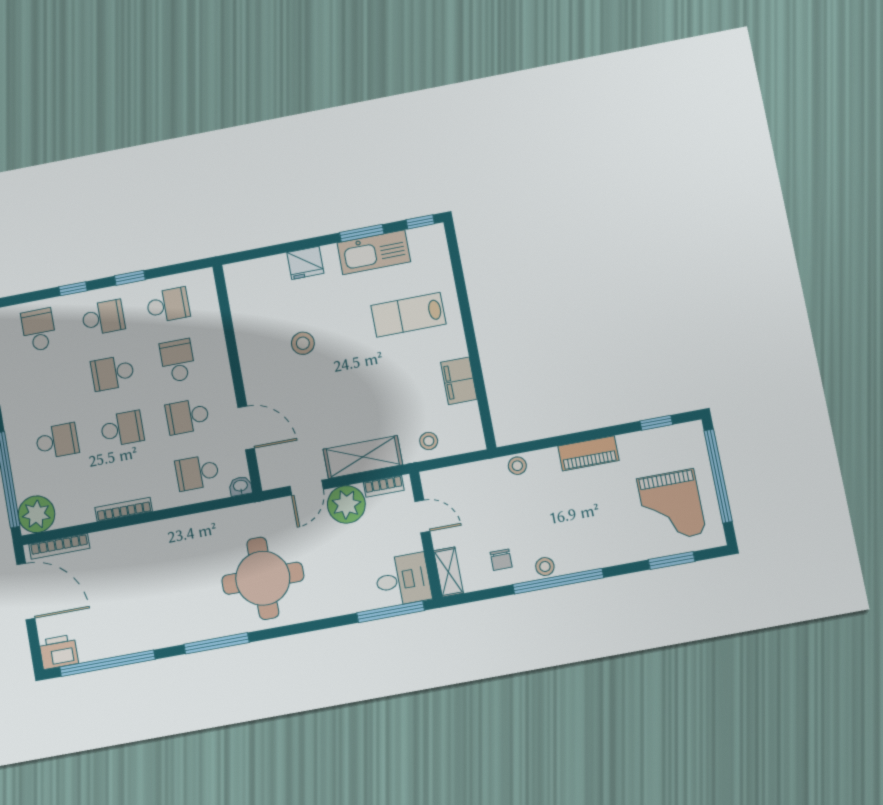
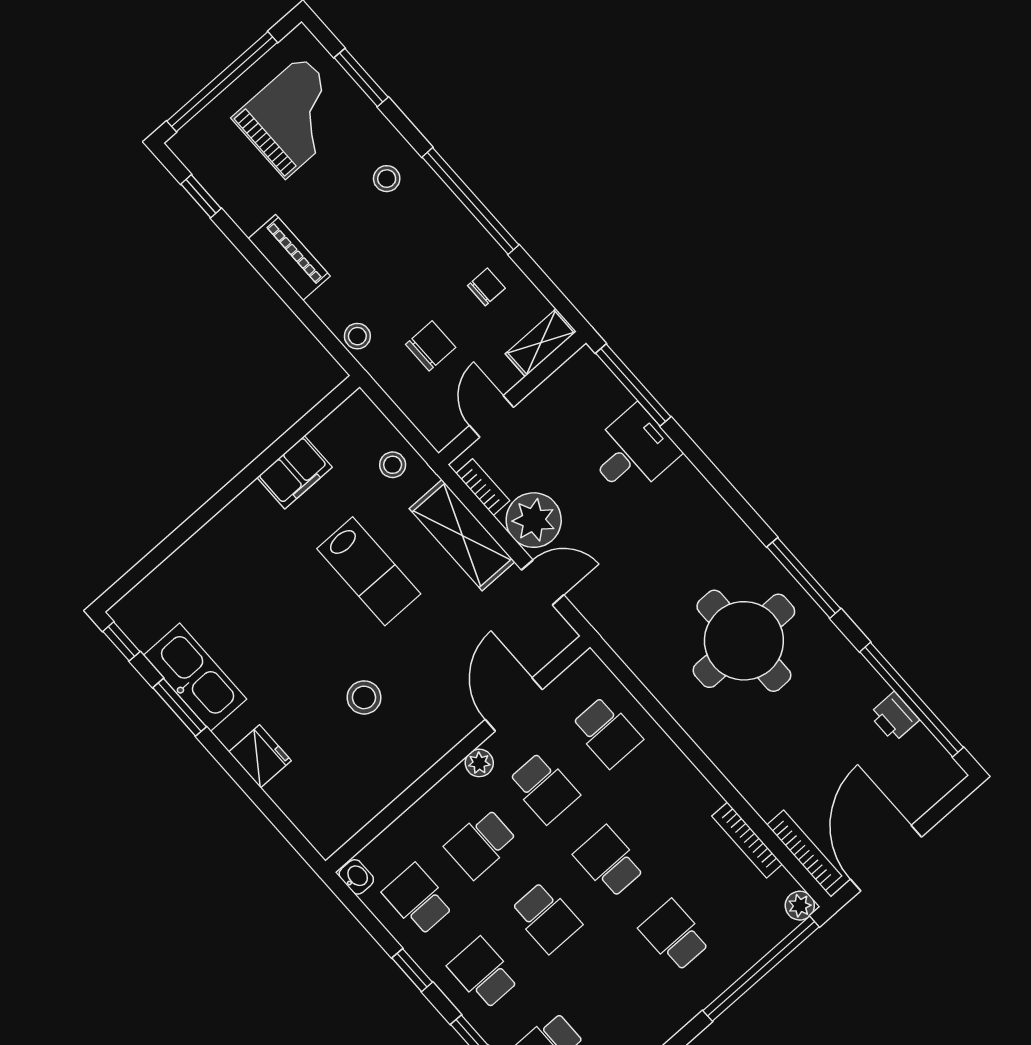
lab bench: (408, 315) -> (369, 571), moved
plant: (225, 388) -> (479, 763), added
washbasin: (241, 486) -> (356, 877), moved, turned 180
chair: (486, 506) -> (431, 346), added
bookcase: (124, 509) -> (747, 840), moved
plant: (36, 514) -> (800, 906), width x0.53, depth x0.53
stool: (545, 567) -> (387, 179), moved
round table: (263, 578) -> (744, 641), moved
desk: (403, 580) -> (633, 452), moved, turned 90
printer: (59, 652) -> (894, 717), moved, width x0.73, depth x0.81

